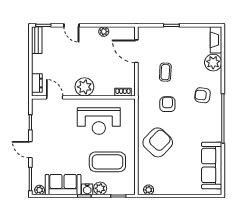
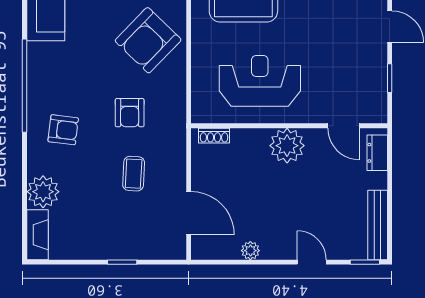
bench: (37, 40) -> (378, 225), width x1.36

